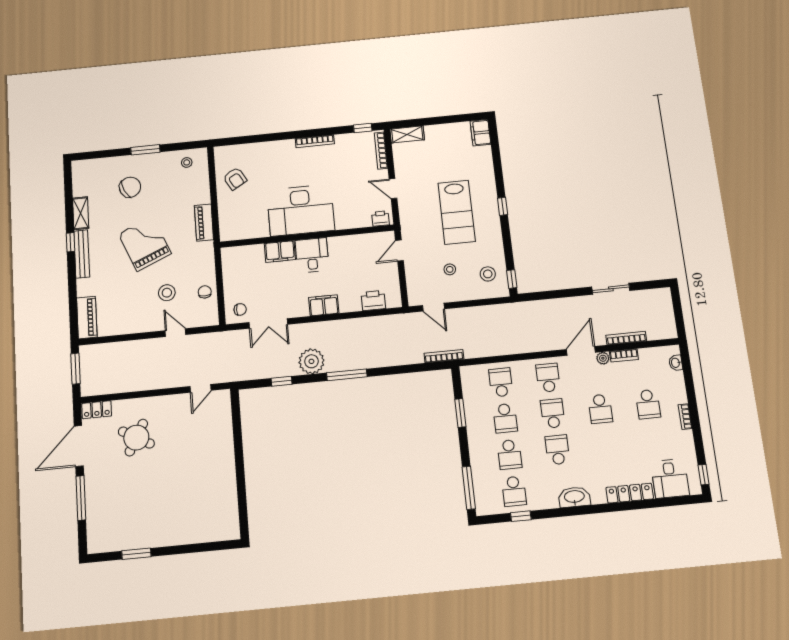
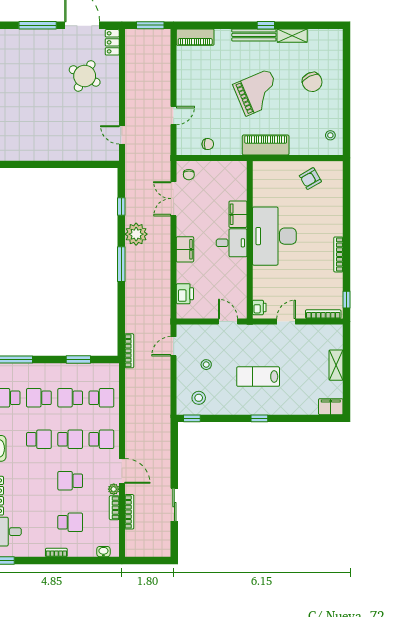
shelving: (407, 134) -> (336, 365), moved
window: (145, 150) -> (347, 98), removed
lab bench: (457, 212) -> (258, 377), width x0.73, depth x0.72
piano: (204, 223) -> (266, 145), width x1.37, depth x1.33
stool: (167, 293) -> (211, 110), removed
school desk: (648, 404) -> (70, 522), turned 180

